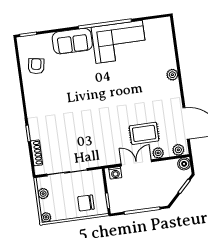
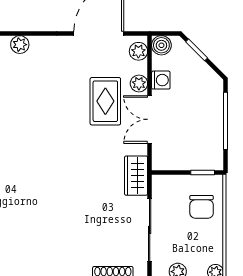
wardrobe: (100, 159) -> (136, 176), added
washing machine: (115, 173) -> (161, 80), moved

